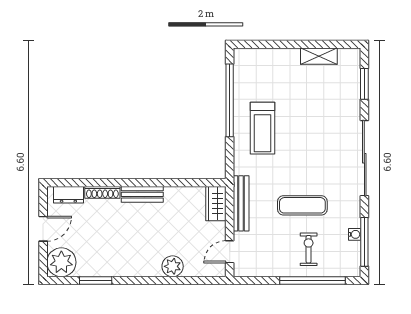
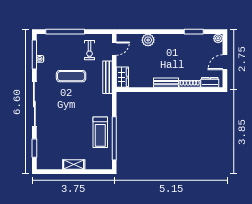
shelving: (319, 56) -> (74, 165), moved
treadmill: (262, 128) -> (100, 132), moved, turned 180
exercise bike: (309, 249) -> (89, 50), moved
plant: (61, 262) -> (218, 38), width x0.53, depth x0.53

